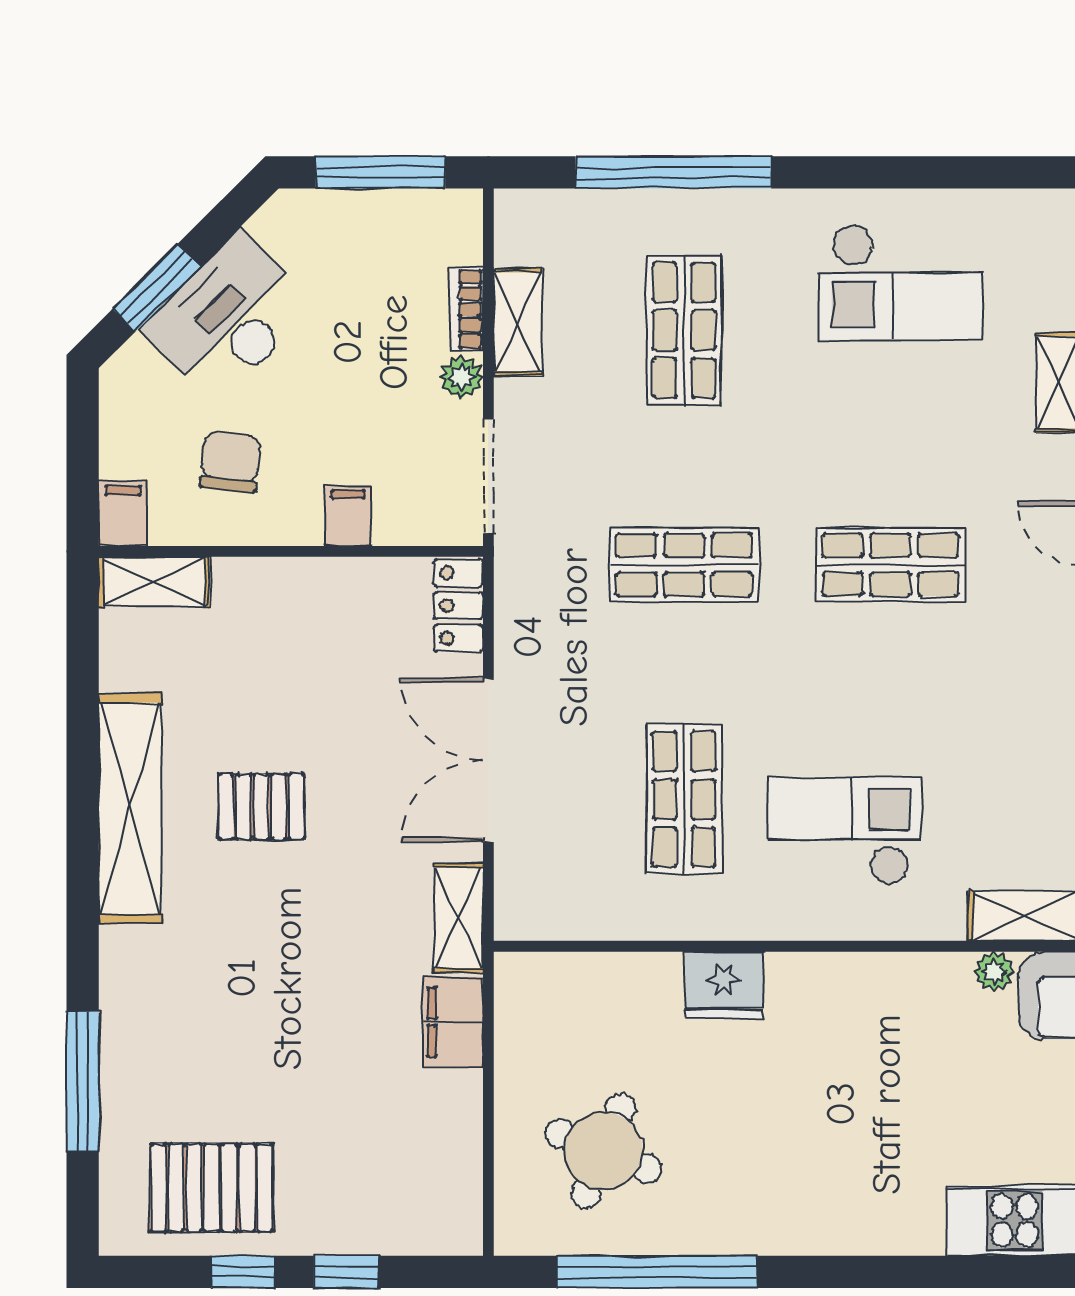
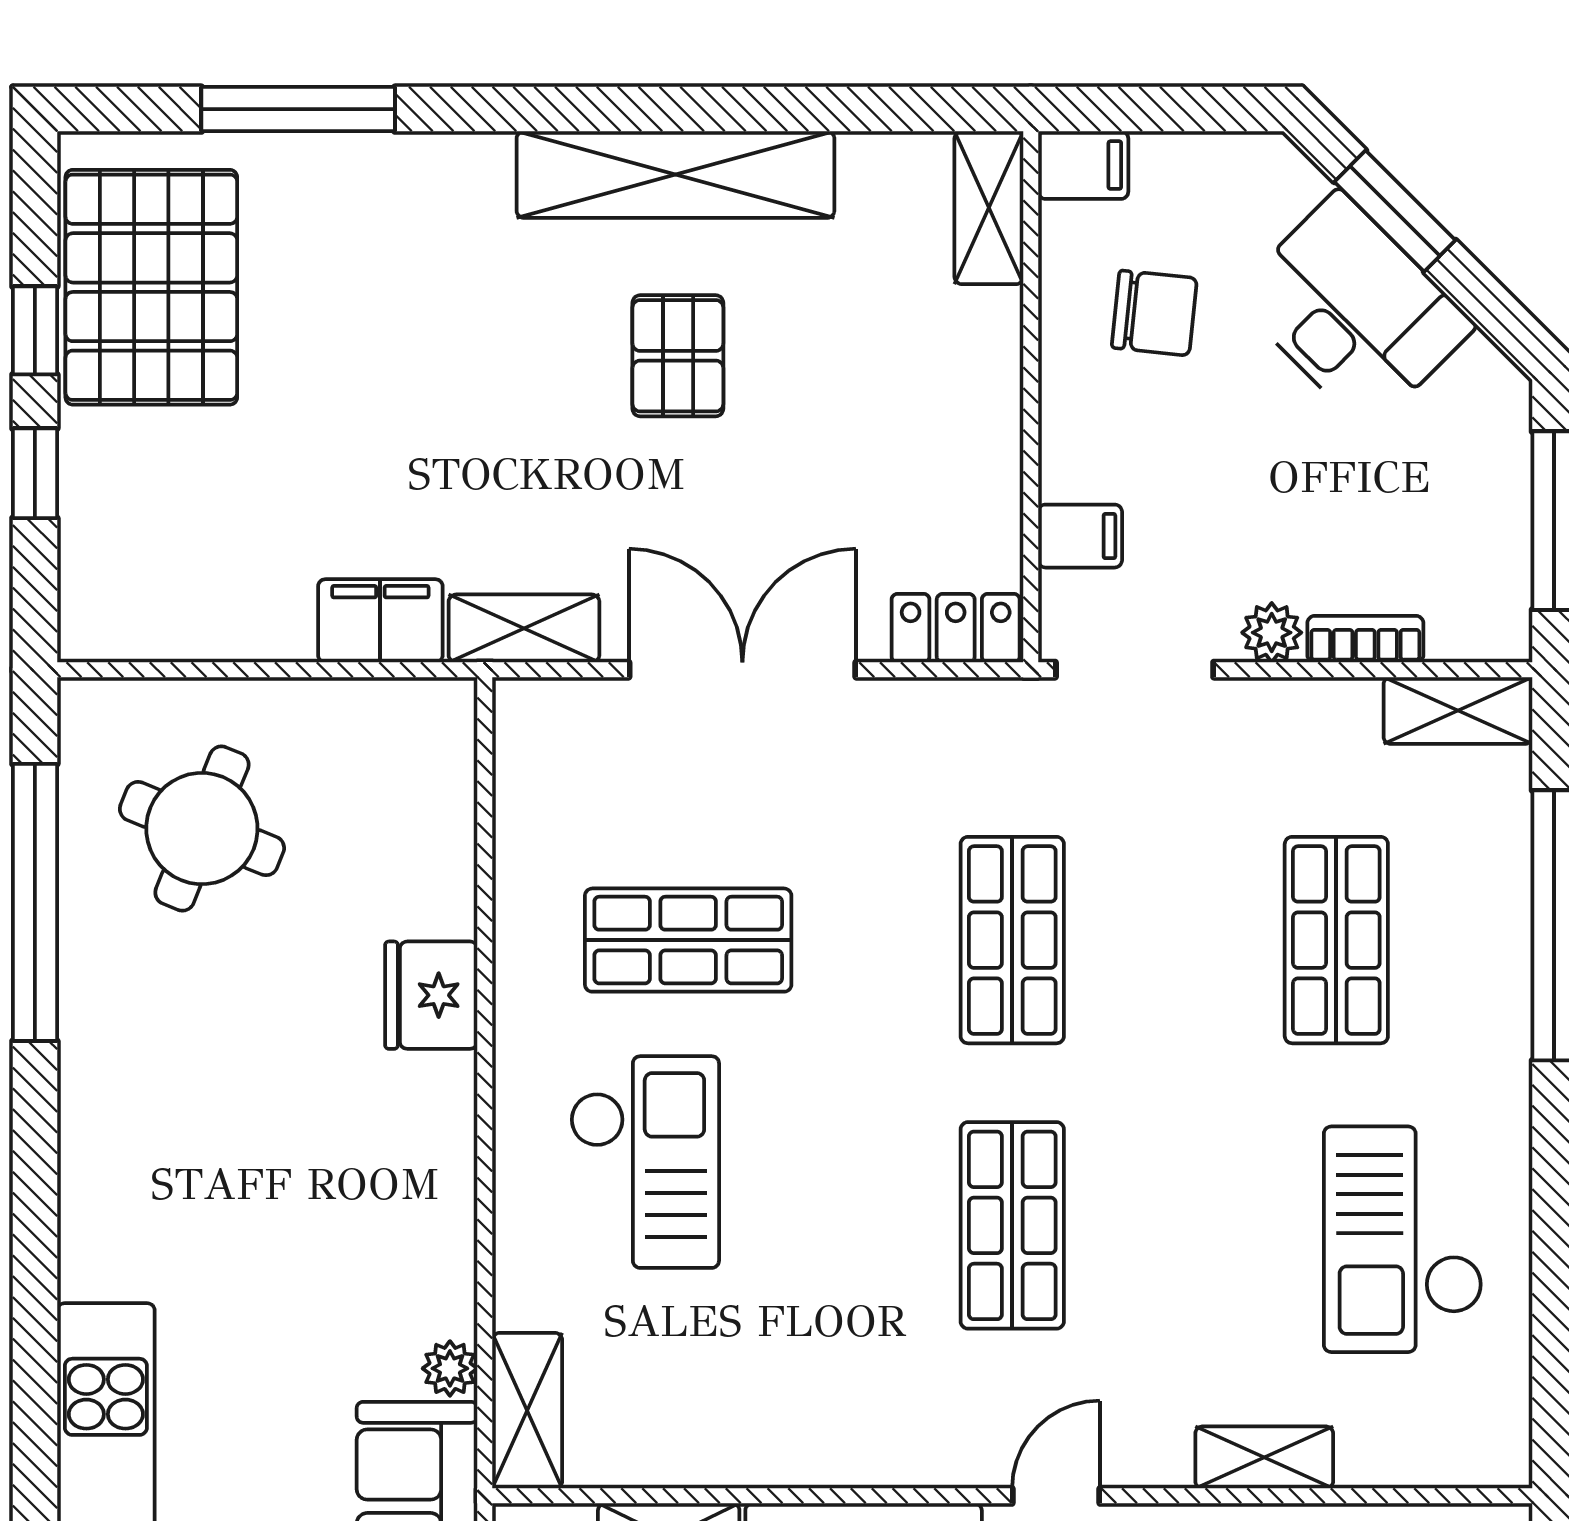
shelving: (518, 322) -> (1458, 711), moved
shop shelf: (684, 330) -> (1336, 940), turned 90
filing cabinet: (348, 516) -> (1080, 536), moved
pallet: (212, 1188) -> (151, 287), width x1.37, depth x1.41

